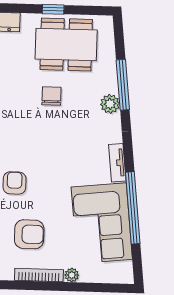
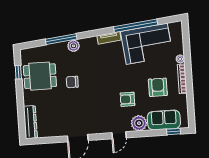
window: (53, 9) -> (18, 72), moved
dining table: (66, 45) -> (40, 76), width x0.73

